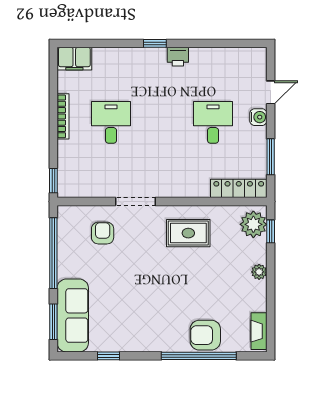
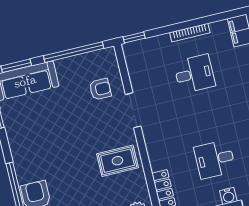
desk: (213, 122) -> (215, 159), turned 180
rug: (188, 233) -> (117, 161), turned 90

